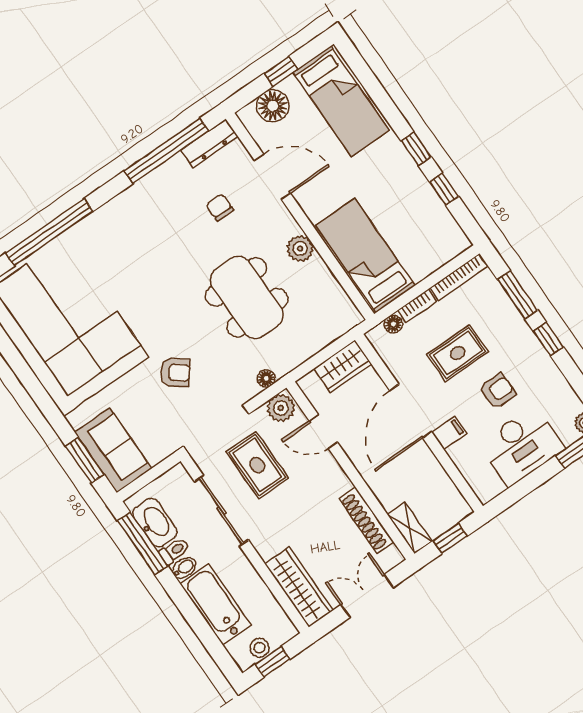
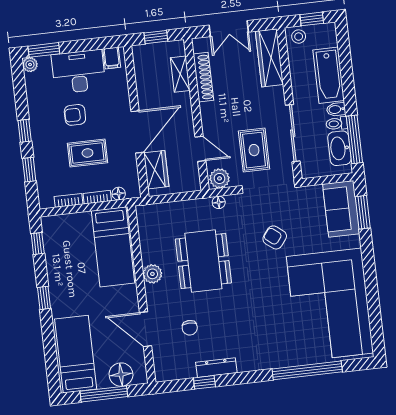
window: (281, 71) -> (104, 394), width x2.17
dresser: (210, 143) -> (216, 368), moved
window: (166, 151) -> (204, 382), width x0.32
window: (444, 189) -> (38, 243), moved
bookcase: (459, 277) -> (68, 200), width x0.64
window: (518, 295) -> (29, 170), width x0.67
wardrobe: (343, 366) -> (156, 170), moved, turned 90
filing cabinet: (449, 433) -> (112, 58), moved, turned -90
shelving: (410, 528) -> (180, 74), moved
stool: (259, 648) -> (299, 37), moved

